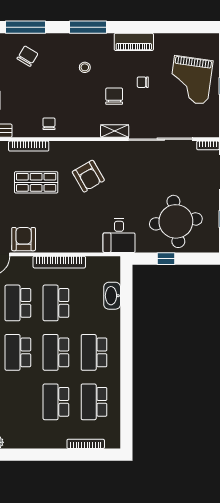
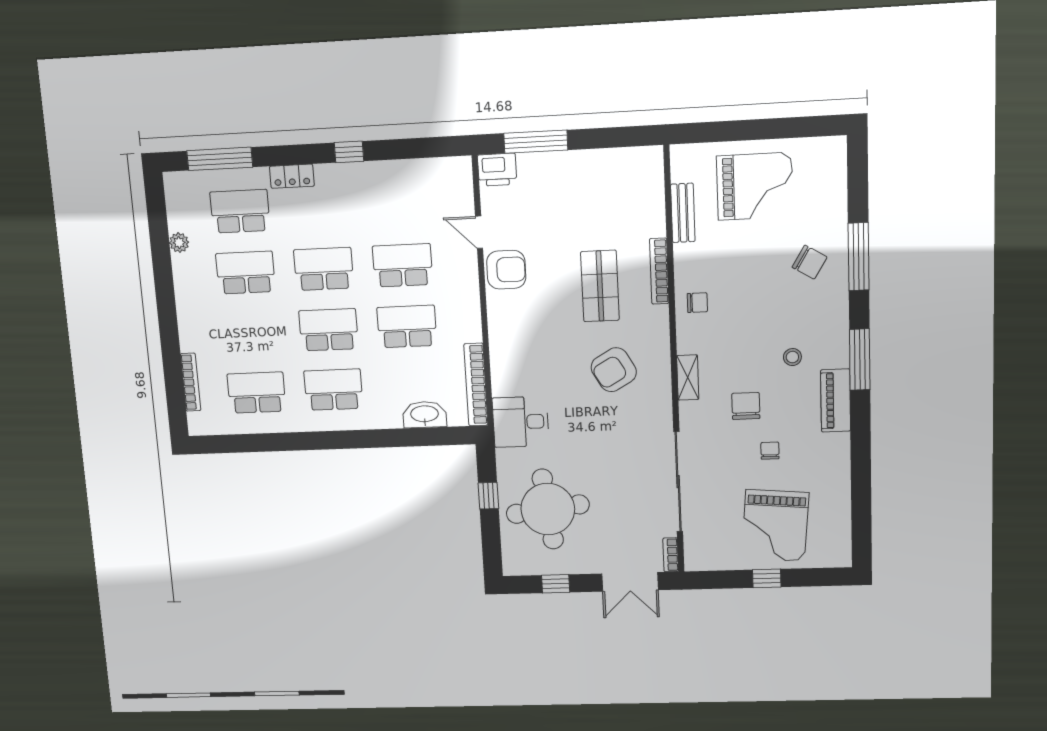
piano: (134, 42) -> (836, 401), moved
grand piano: (191, 80) -> (775, 525), turned -93
chair: (114, 96) -> (746, 406), turned -90
shelving: (115, 131) -> (688, 378), moved
bookcase: (59, 262) -> (476, 385), moved
school desk: (56, 402) -> (246, 273), moved

